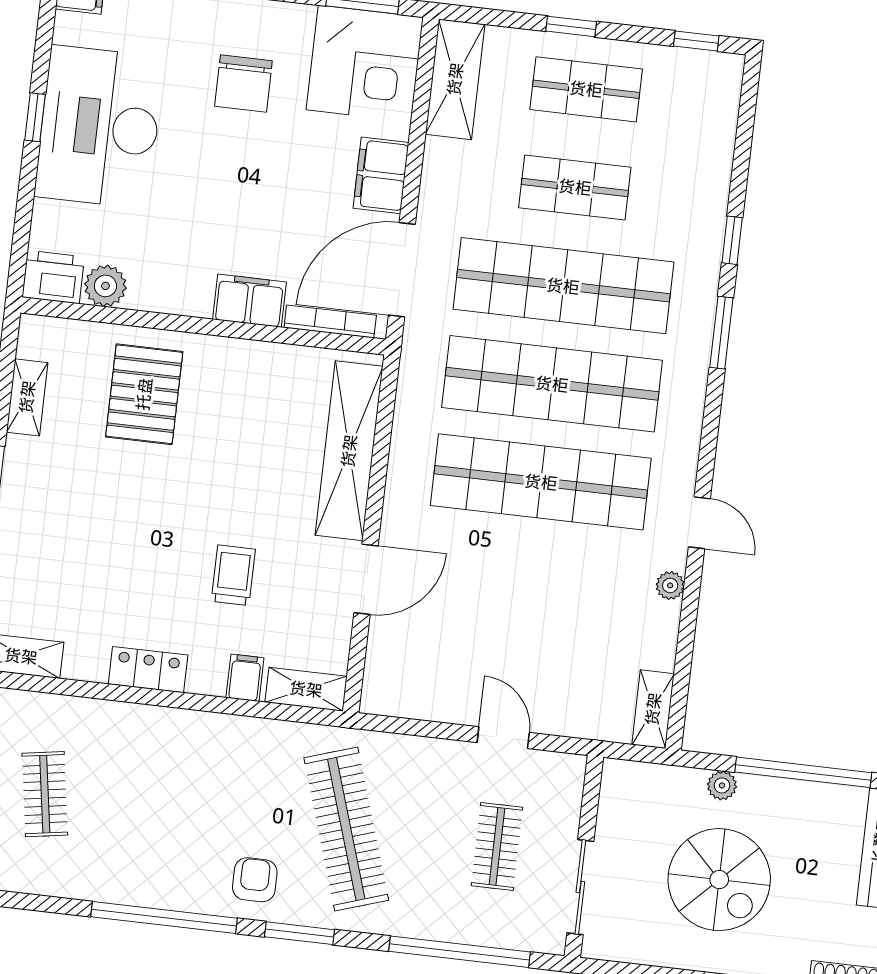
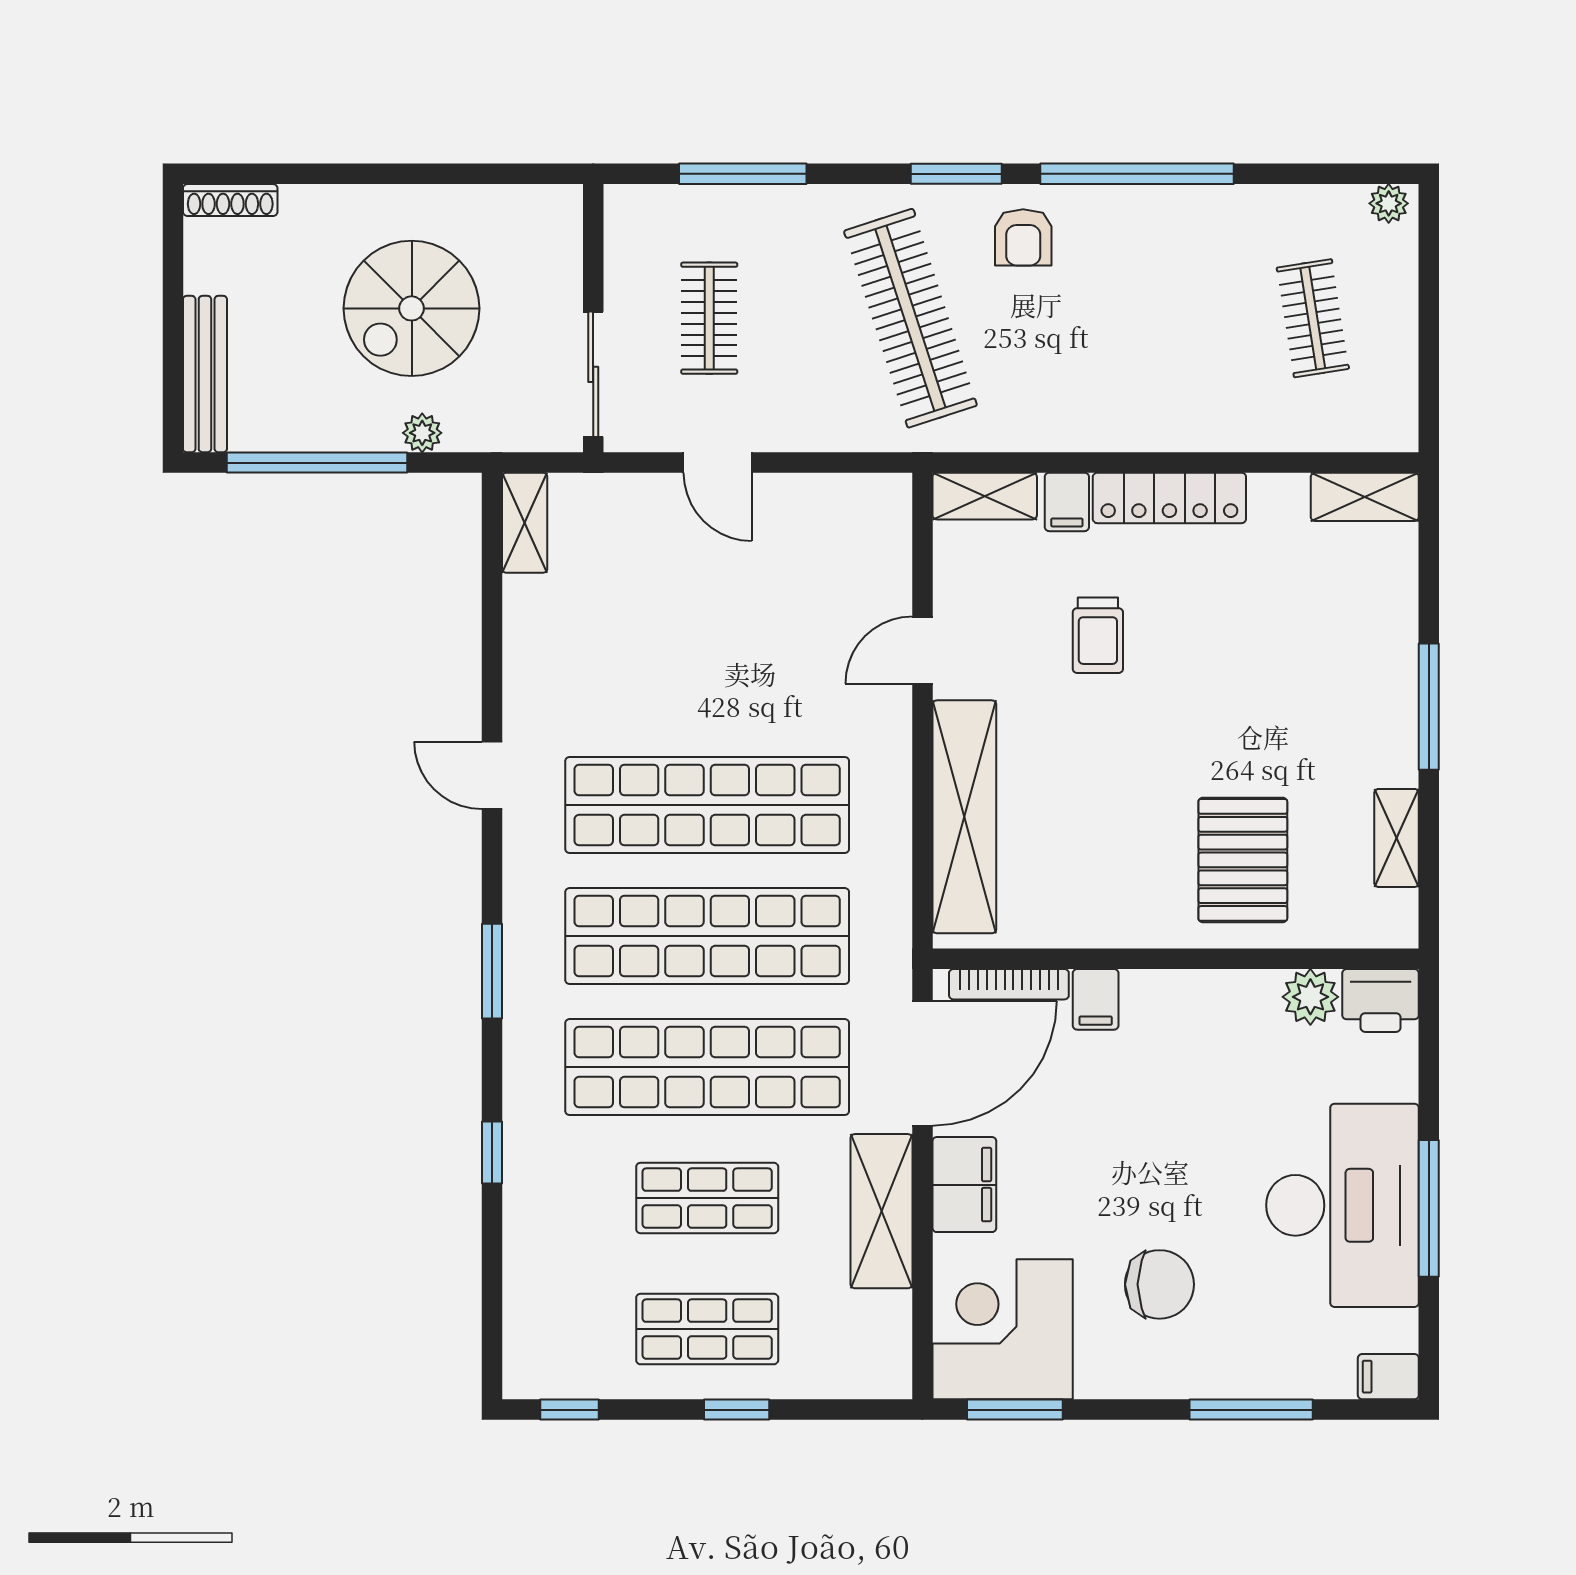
shelving: (455, 79) -> (881, 1211), moved
chair: (243, 84) -> (1159, 1284), turned 90
window: (35, 117) -> (1429, 1208), width x2.17
filing cabinet: (249, 301) -> (1096, 999), width x0.50
window: (721, 333) -> (492, 971), moved
door: (366, 579) -> (922, 650), width x0.73
plant: (670, 585) -> (521, 688), removed
locker: (148, 670) -> (1169, 498), width x1.53
spiral stairs: (719, 880) -> (412, 308), turned -90
sliding door: (580, 887) -> (593, 374), moved
window: (459, 952) -> (743, 174), width x0.68

